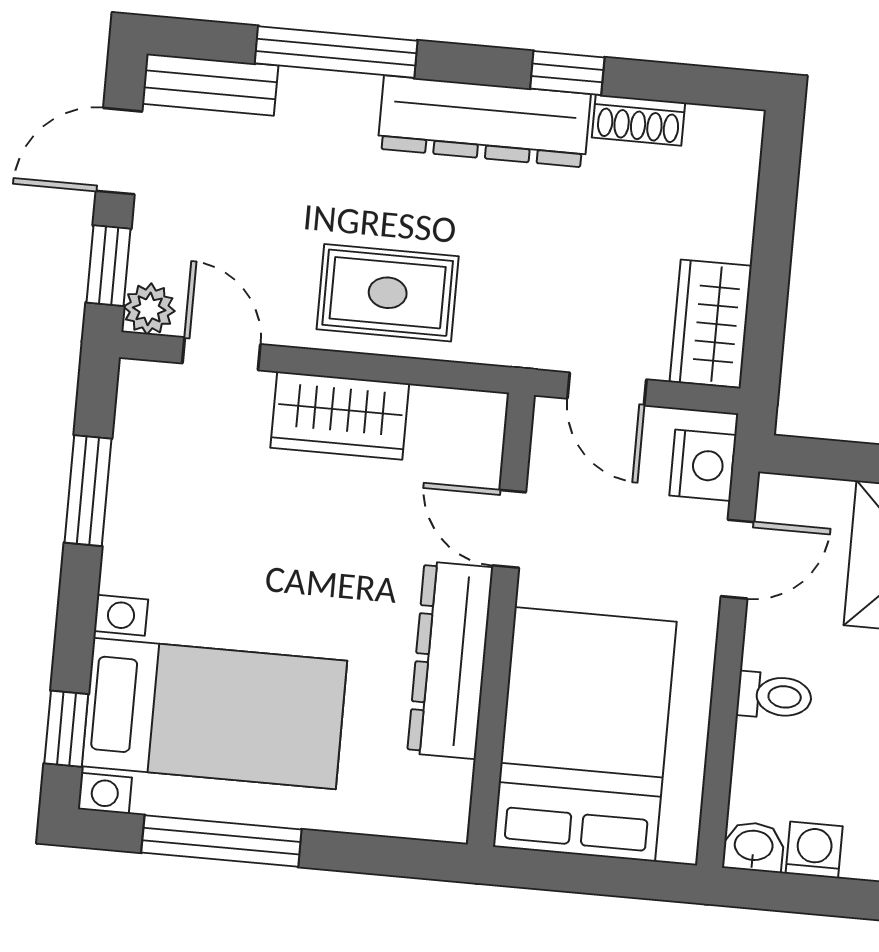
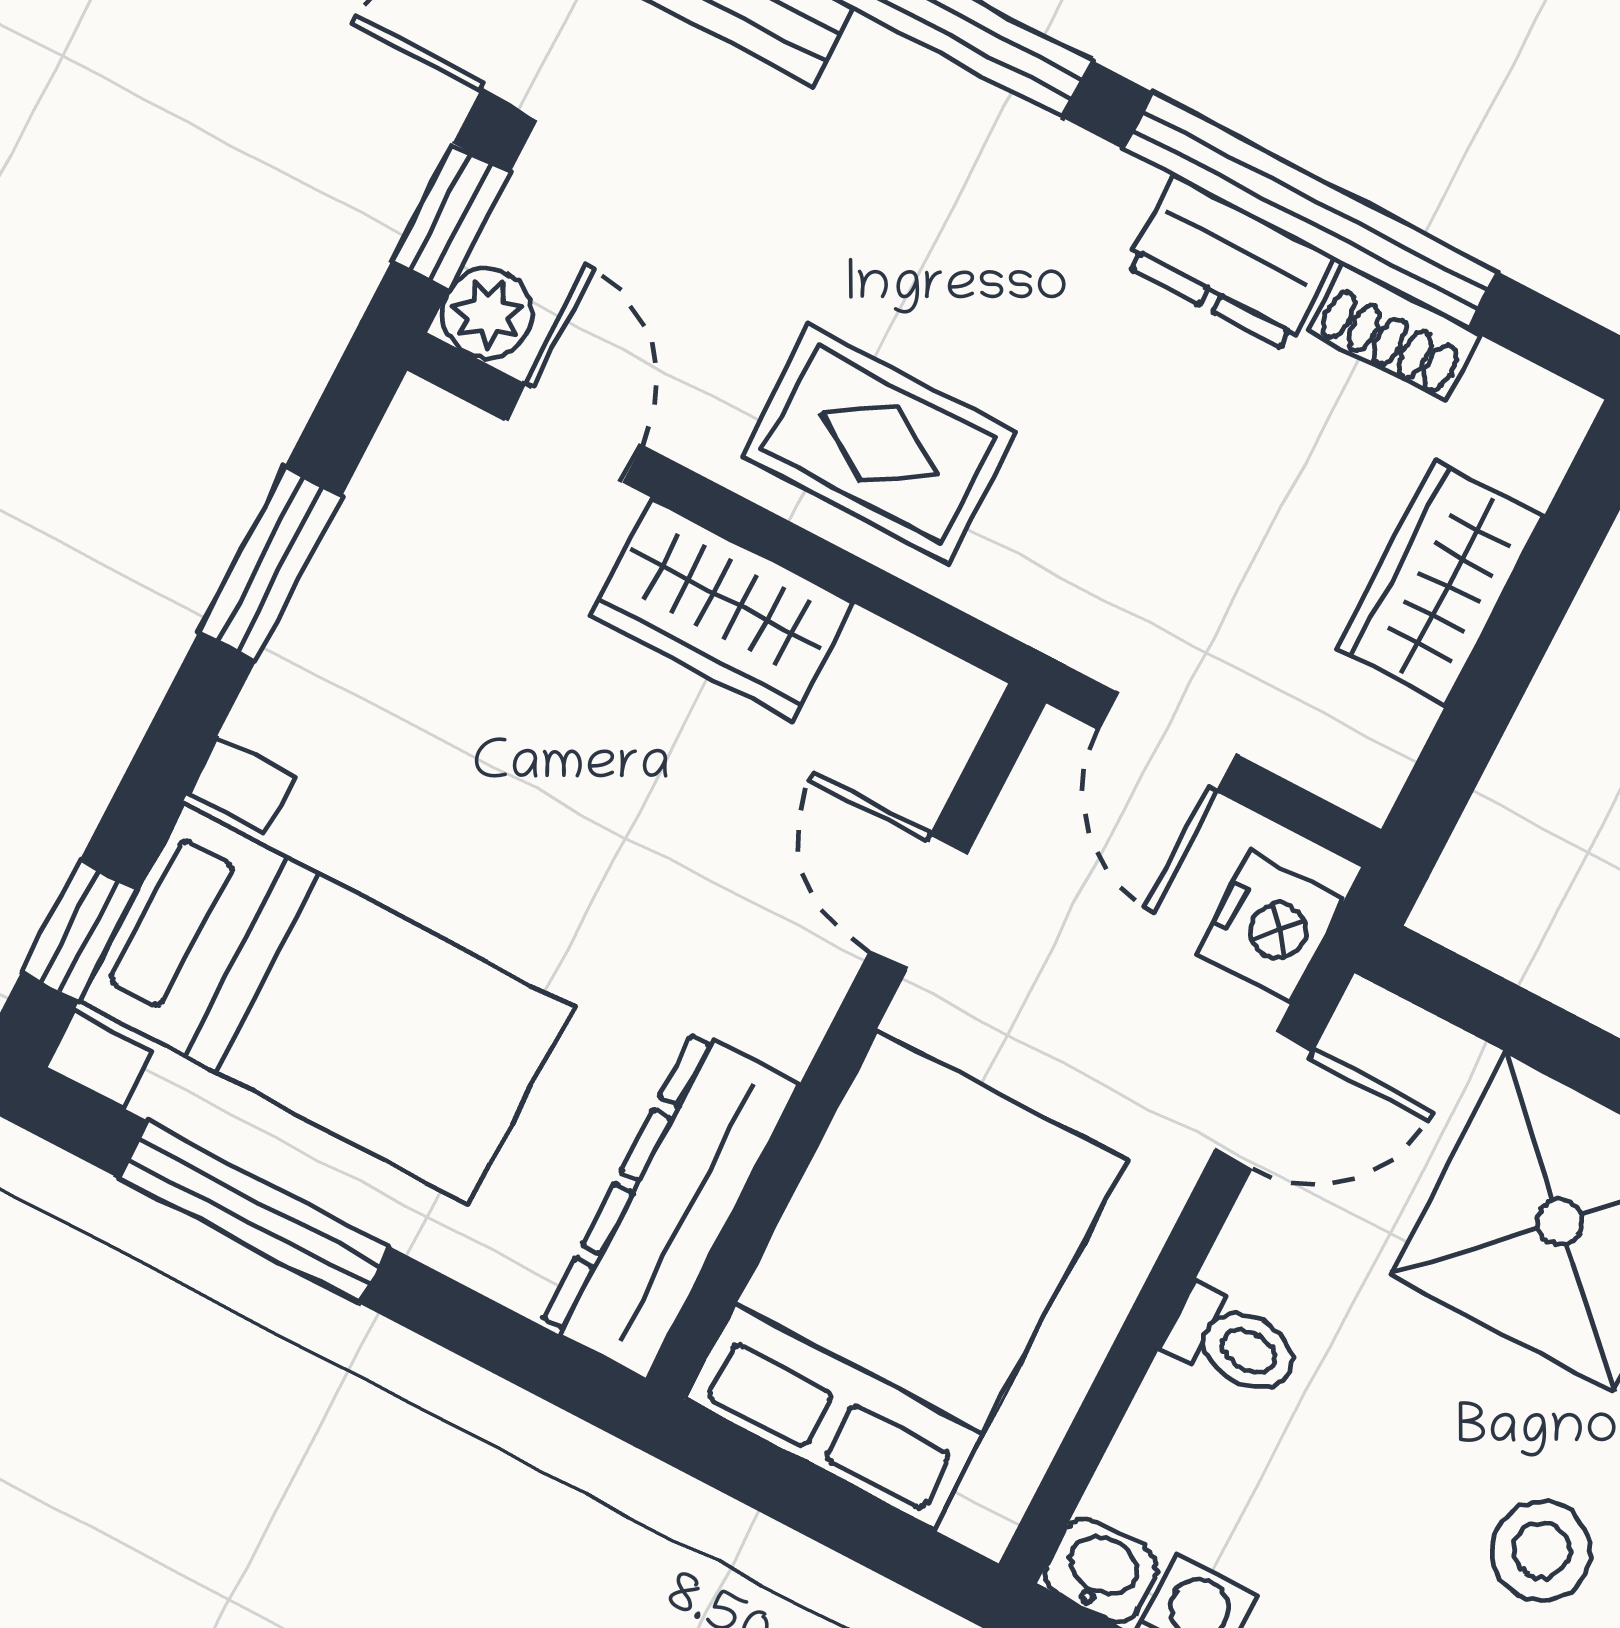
window: (567, 73) -> (1311, 211), width x3.17
dresser: (484, 121) -> (1230, 263), width x0.51, depth x0.80
wardrobe: (711, 324) -> (1440, 583), moved
dresser: (450, 660) -> (670, 1204), moved

